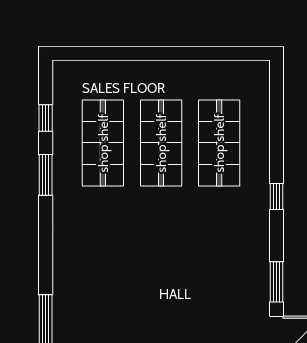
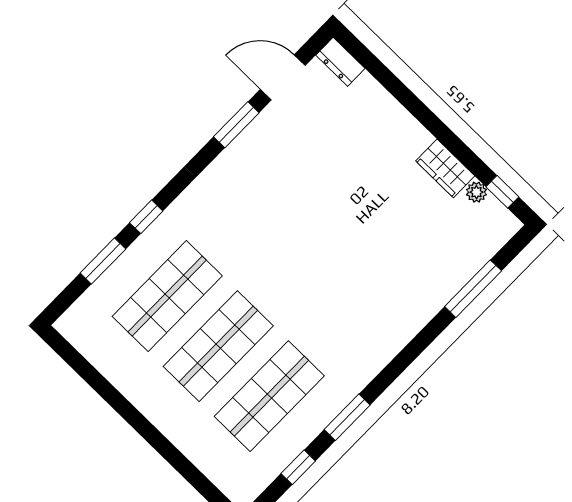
window: (277, 127) -> (103, 261), added
window: (277, 197) -> (146, 217), moved

